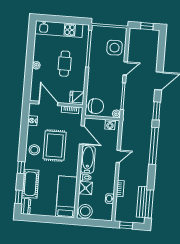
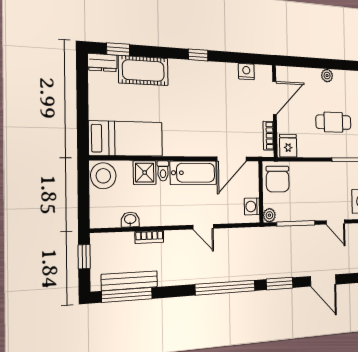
rug: (55, 146) -> (211, 112), removed
stool: (34, 150) -> (201, 76), removed
window: (21, 167) -> (198, 55), moved

